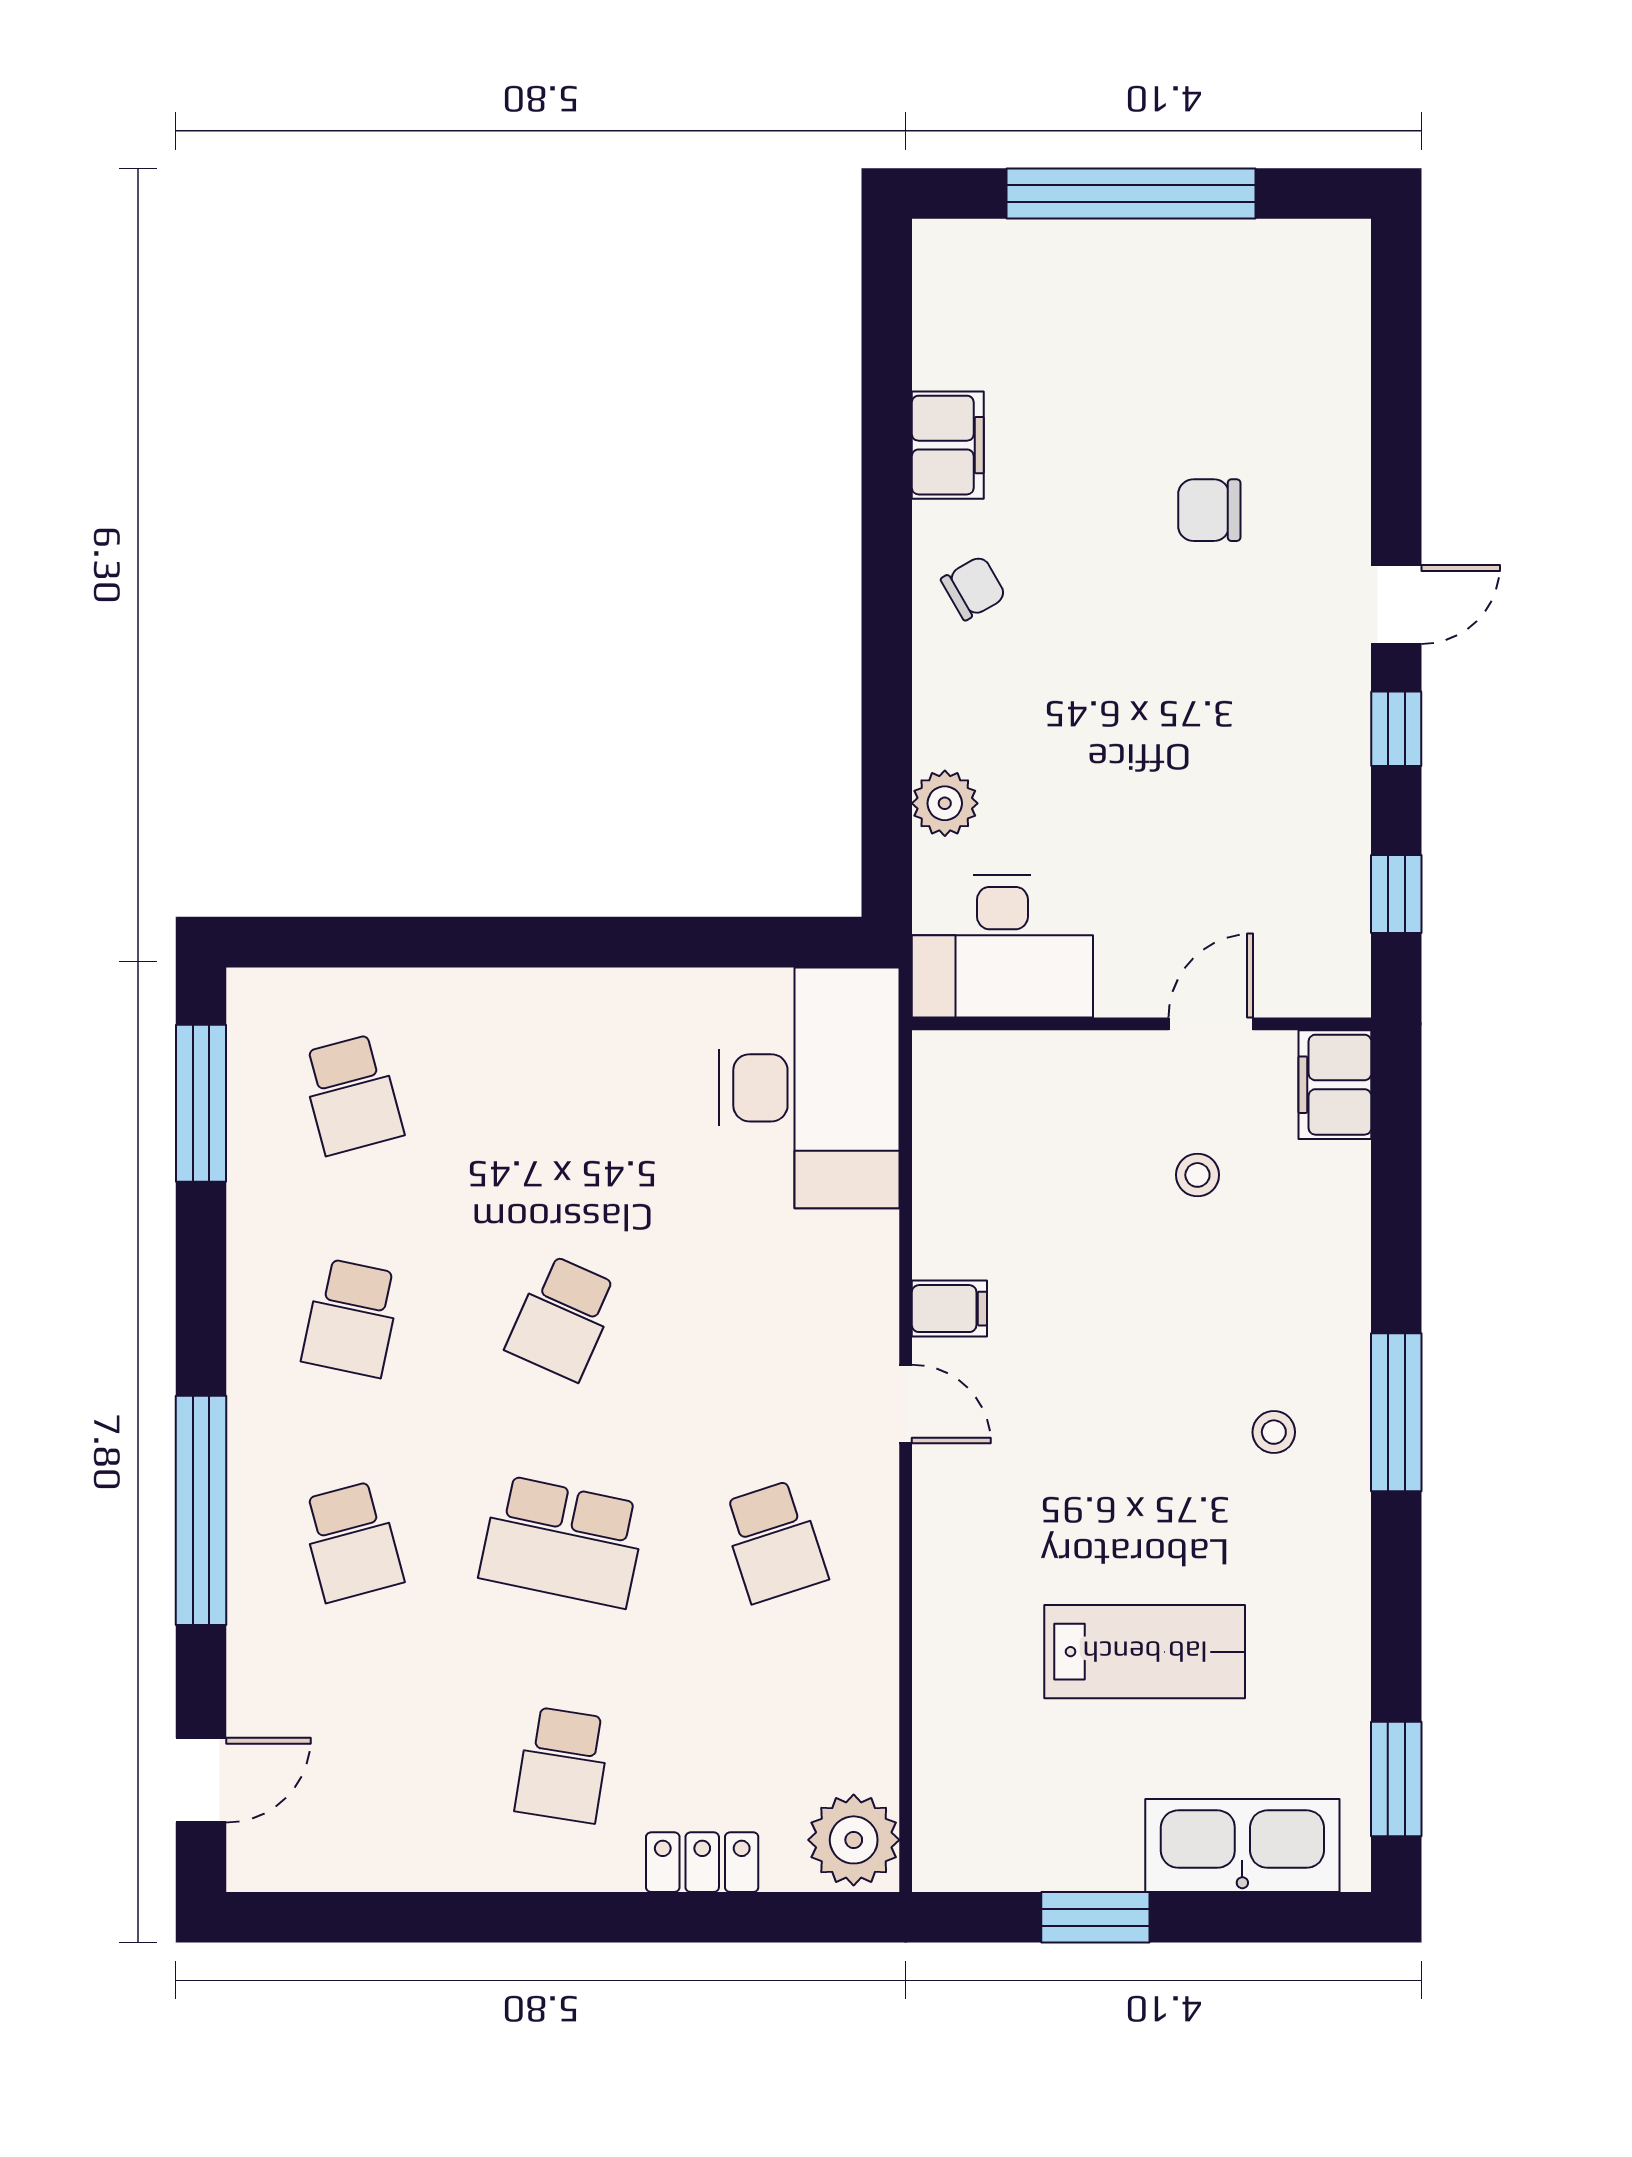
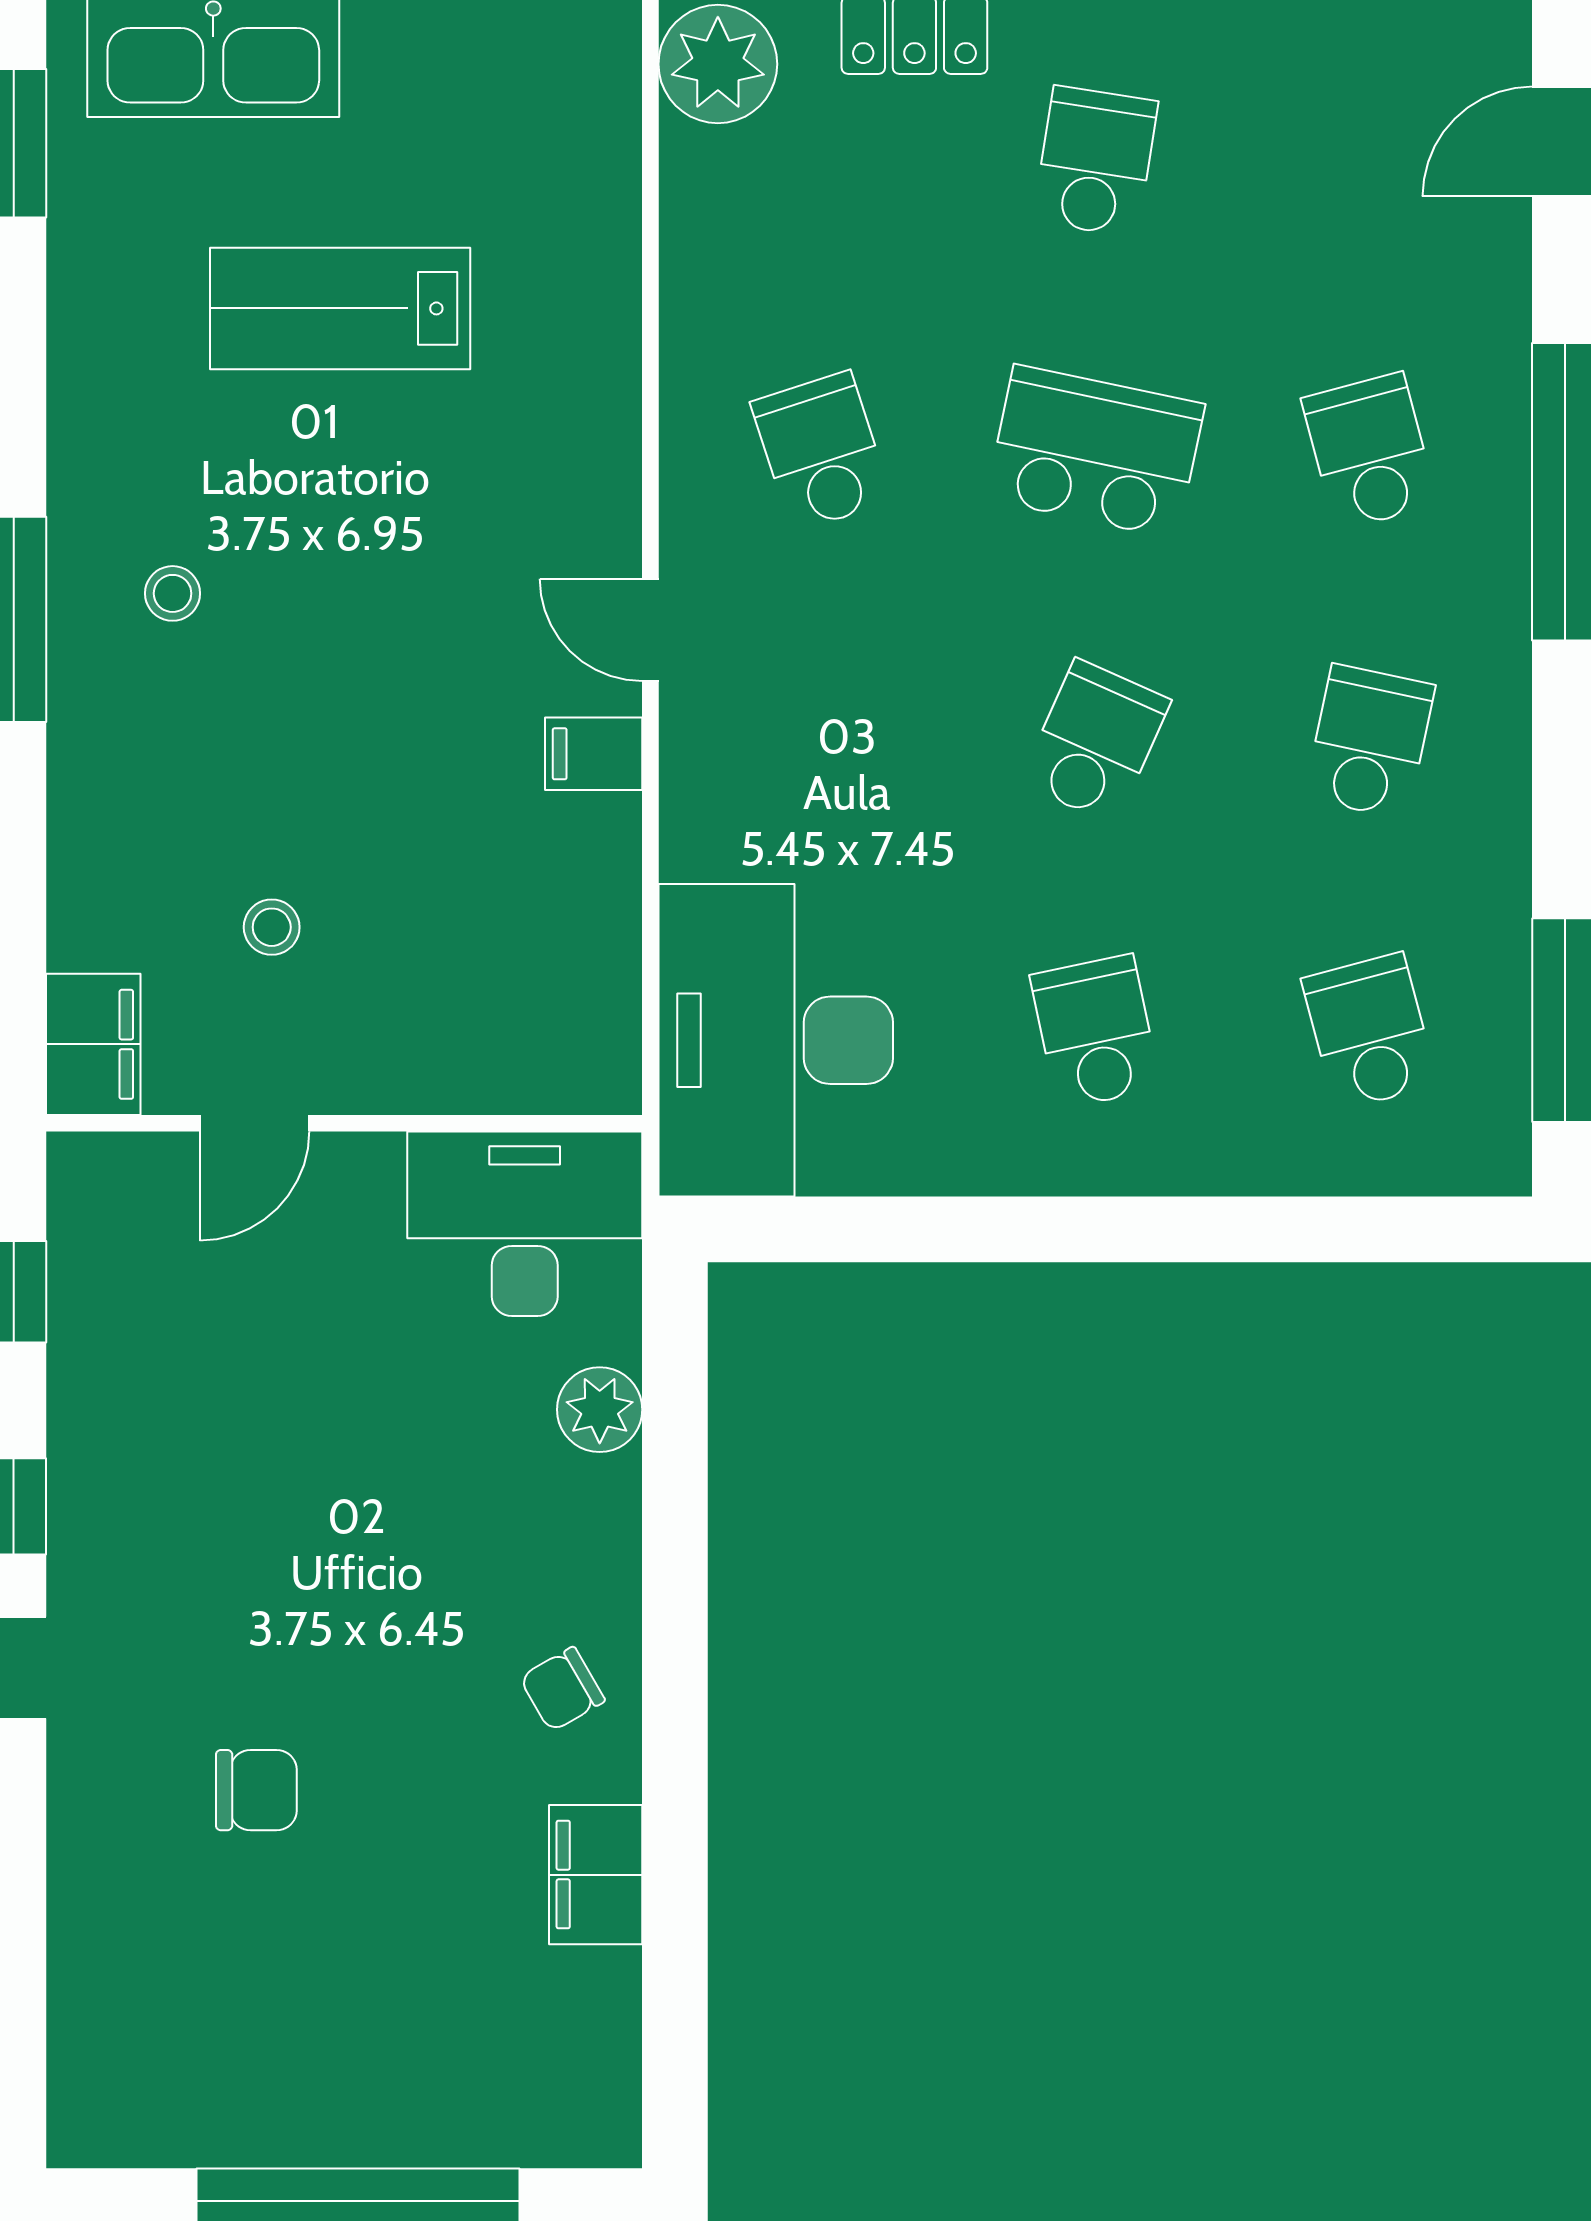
school desk: (563, 1094) -> (1095, 1032), added

